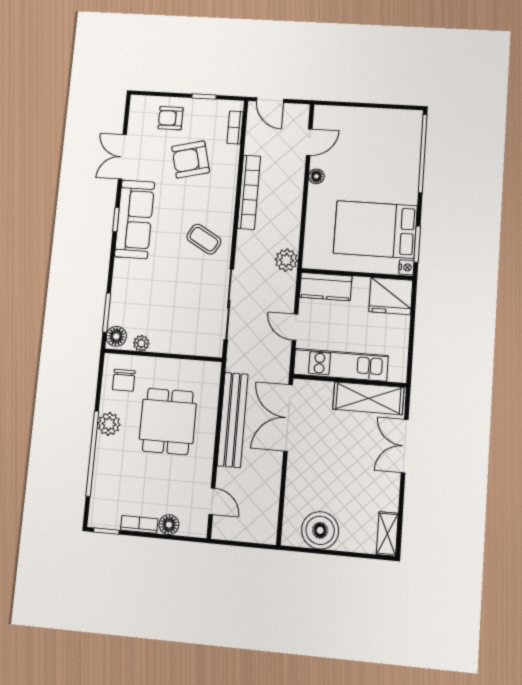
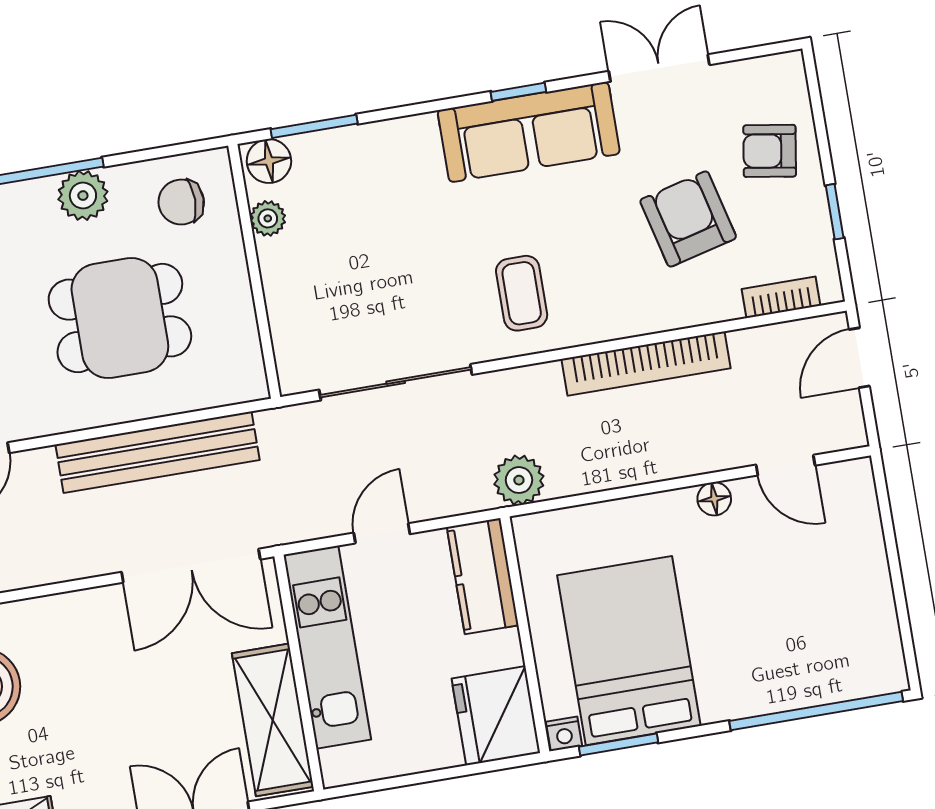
armchair: (171, 118) -> (770, 151), turned -81
coffee table: (204, 239) -> (522, 293), turned -30
double door: (288, 418) -> (191, 566), swing flipped

